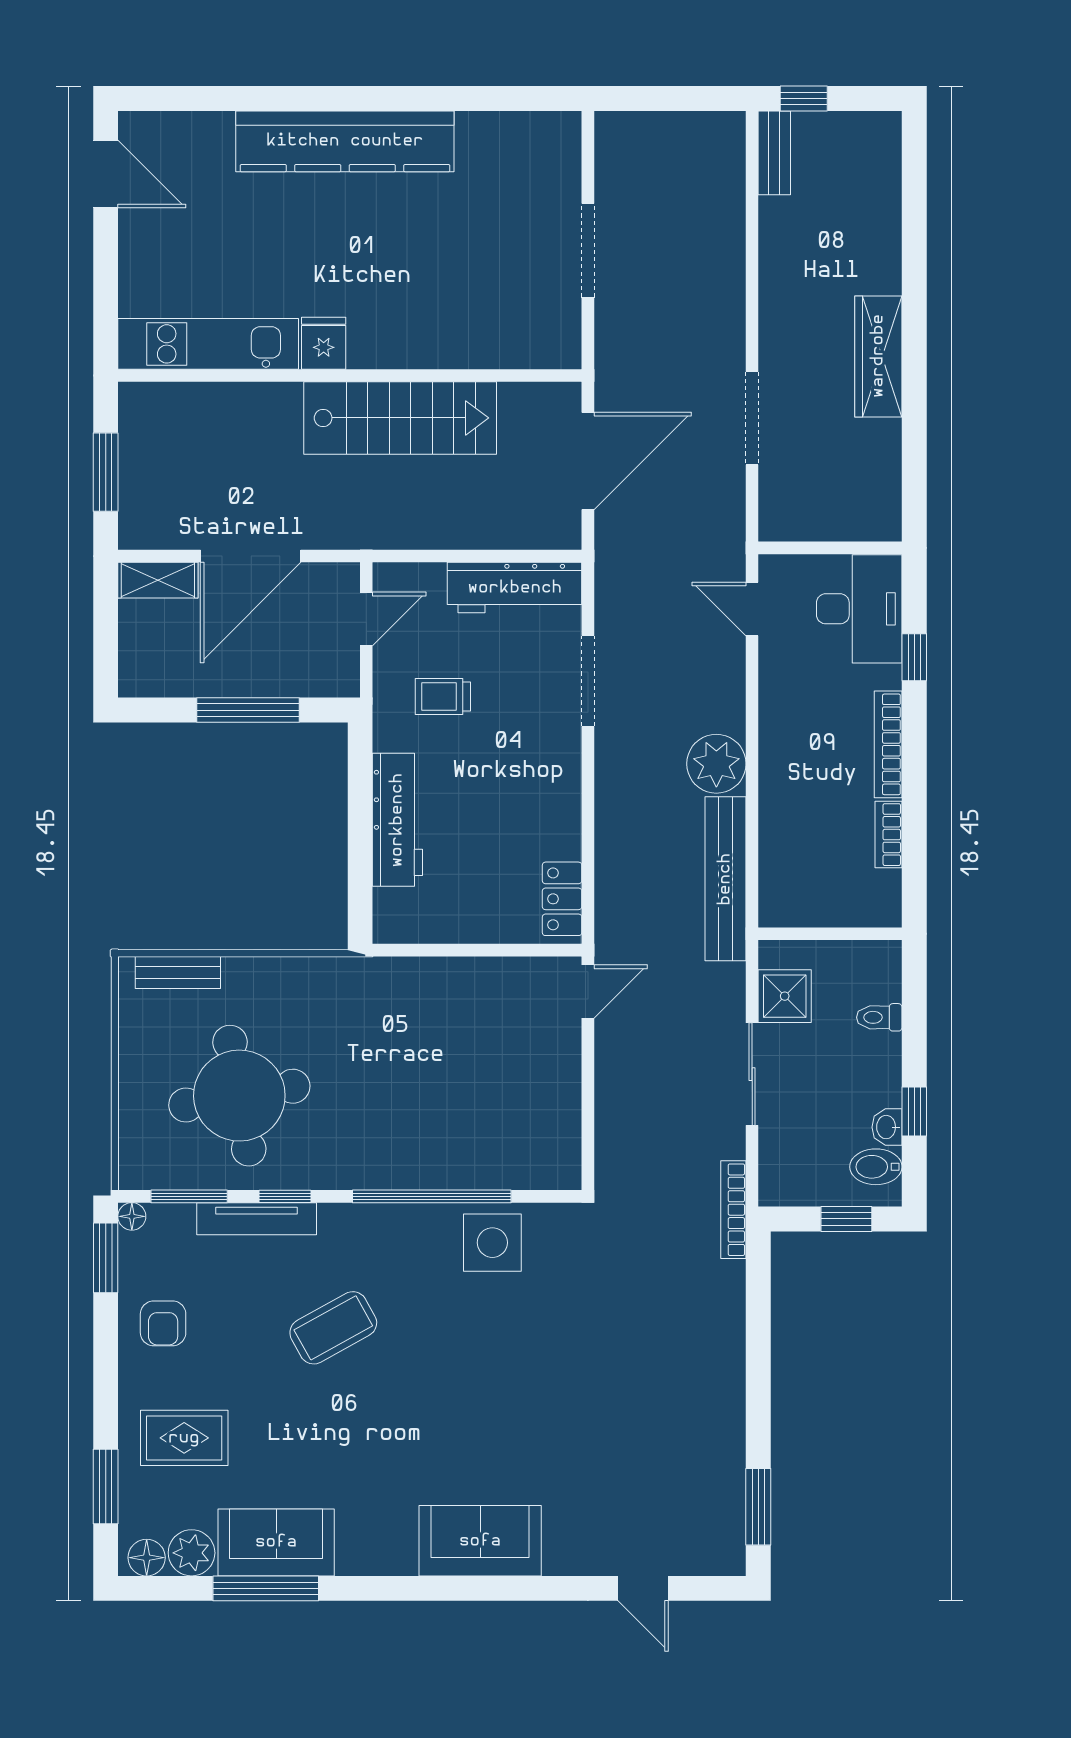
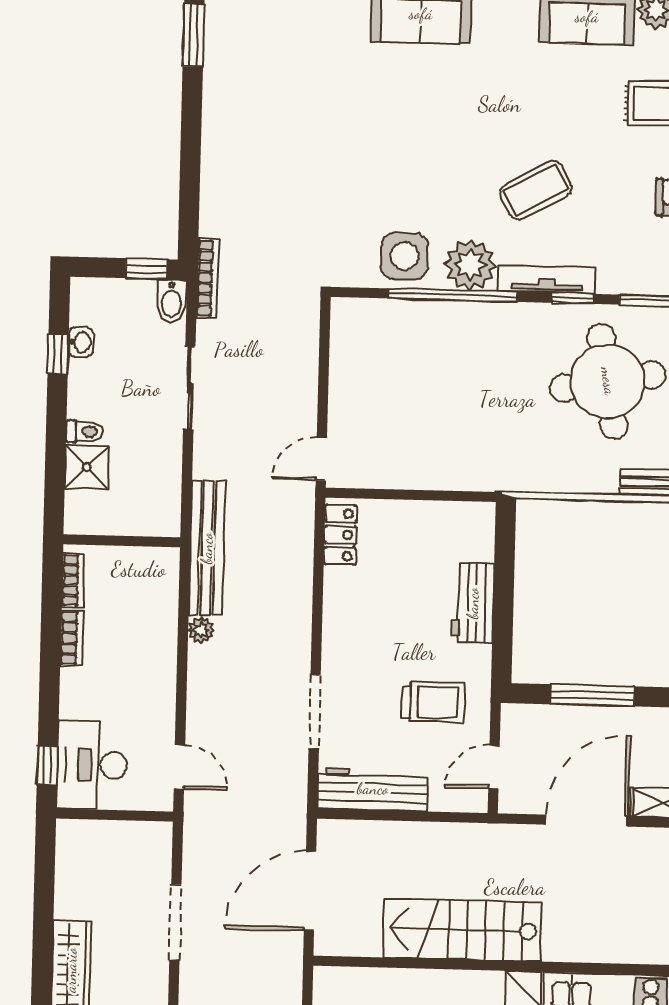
window: (914, 657) -> (47, 766), moved
trolley: (443, 696) -> (433, 702), width x1.36, depth x1.39
bookcase: (888, 744) -> (72, 638), width x0.64
plant: (716, 764) -> (201, 630), width x0.53, depth x0.53
workbench: (397, 820) -> (473, 603), width x0.73
wall: (830, 934) -> (122, 541), moved
shower: (785, 996) -> (87, 467), moved
bidet: (876, 1167) -> (171, 301), moved, turned 90
tv unit: (257, 1219) -> (547, 279), moved
window: (846, 1219) -> (147, 269), moved
plant: (411, 1234) -> (470, 265), added

